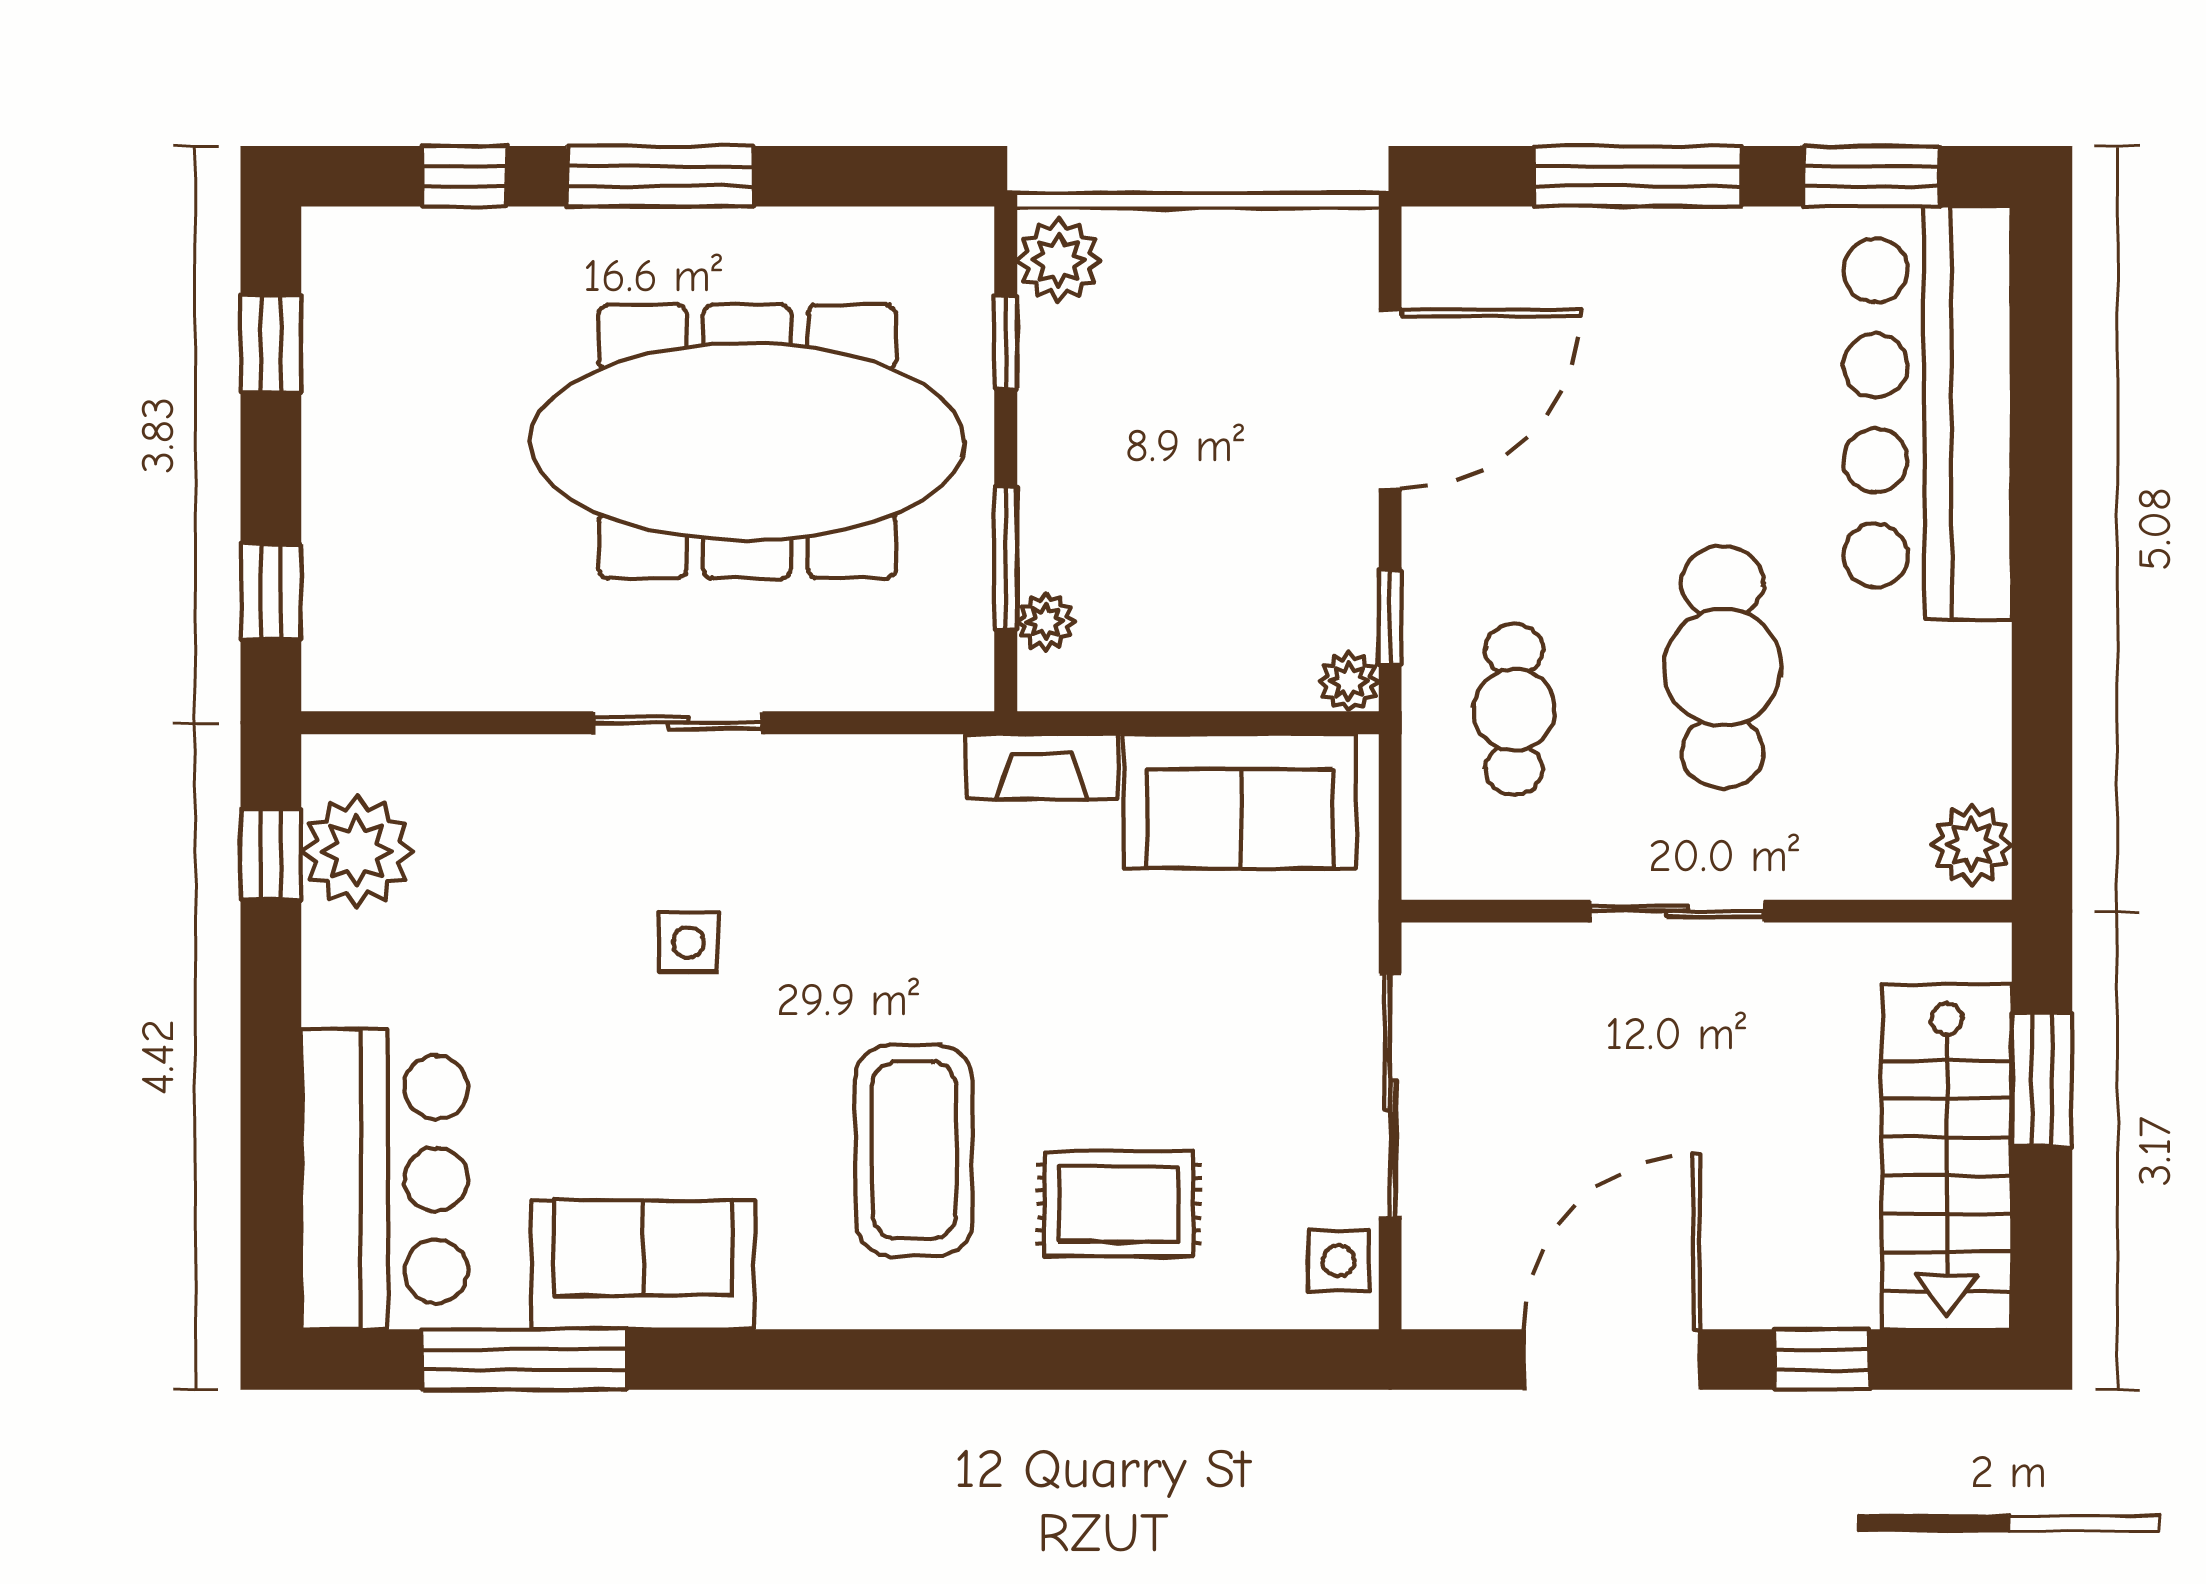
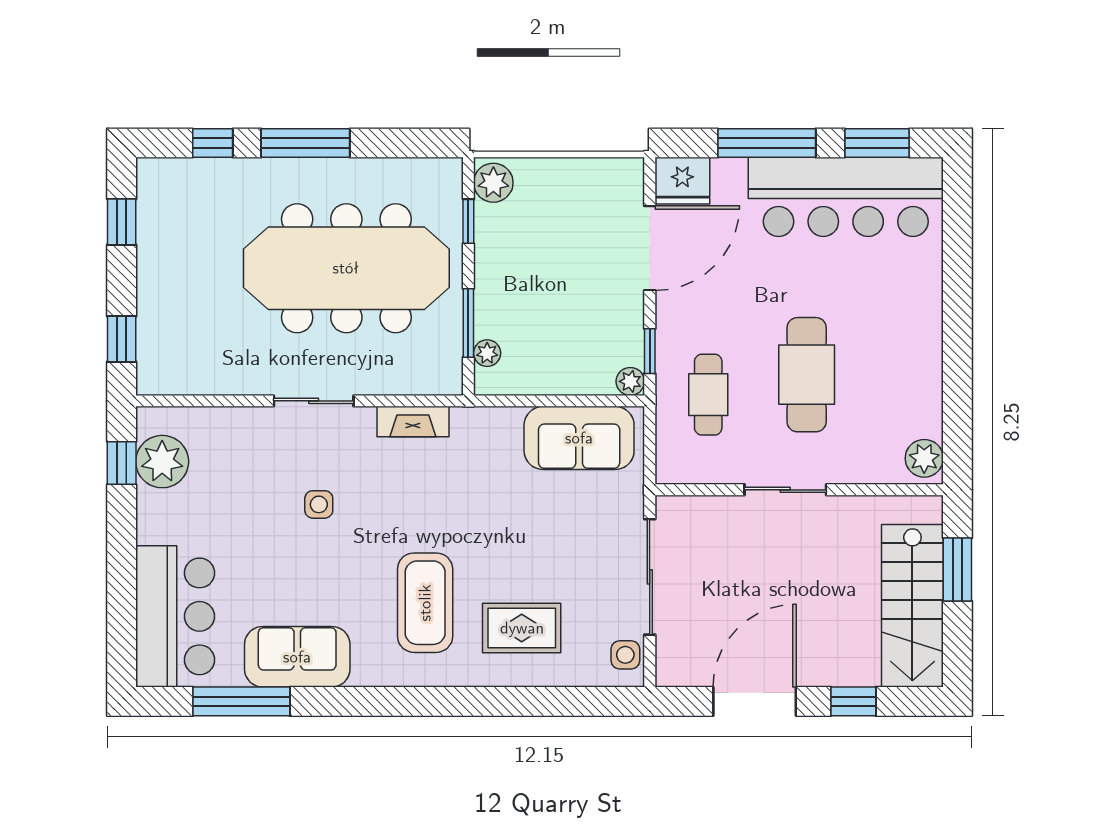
fridge: (1459, 256) -> (682, 181), added
bar counter: (1928, 413) -> (846, 197), moved, turned -90
fireplace: (1042, 767) -> (413, 422), moved

